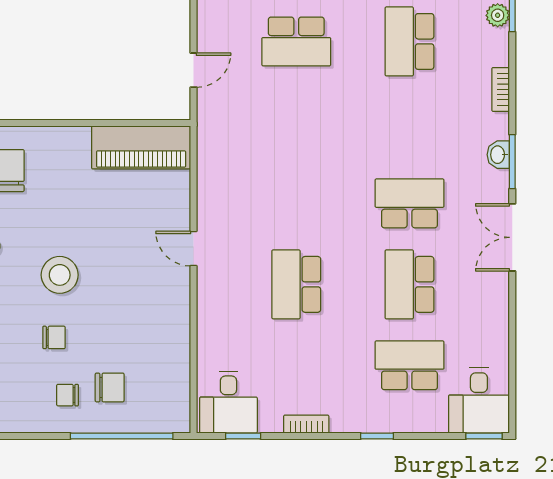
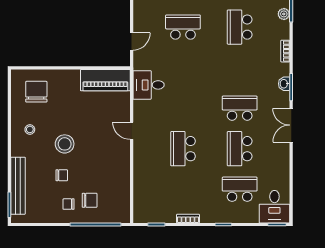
school desk: (296, 41) -> (183, 27), turned 180
desk: (228, 402) -> (149, 85), moved, turned 90

